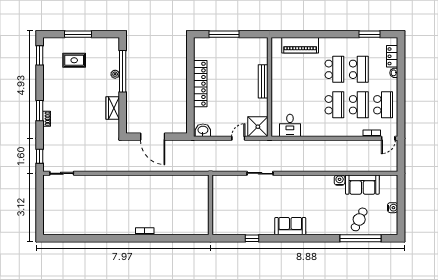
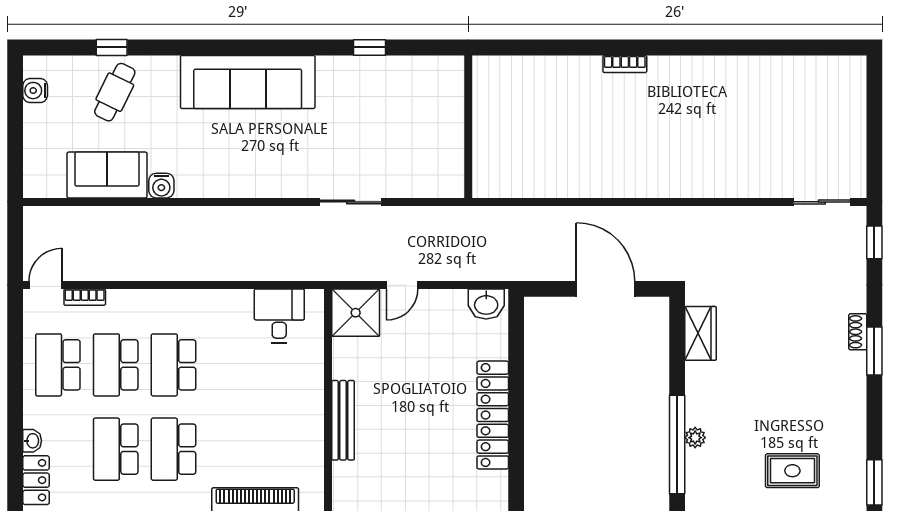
wardrobe: (113, 108) -> (701, 333), moved
water cooler: (393, 208) -> (35, 91), moved
sofa: (290, 226) -> (248, 82), width x1.85, depth x1.27
window: (360, 238) -> (112, 47), width x0.32

